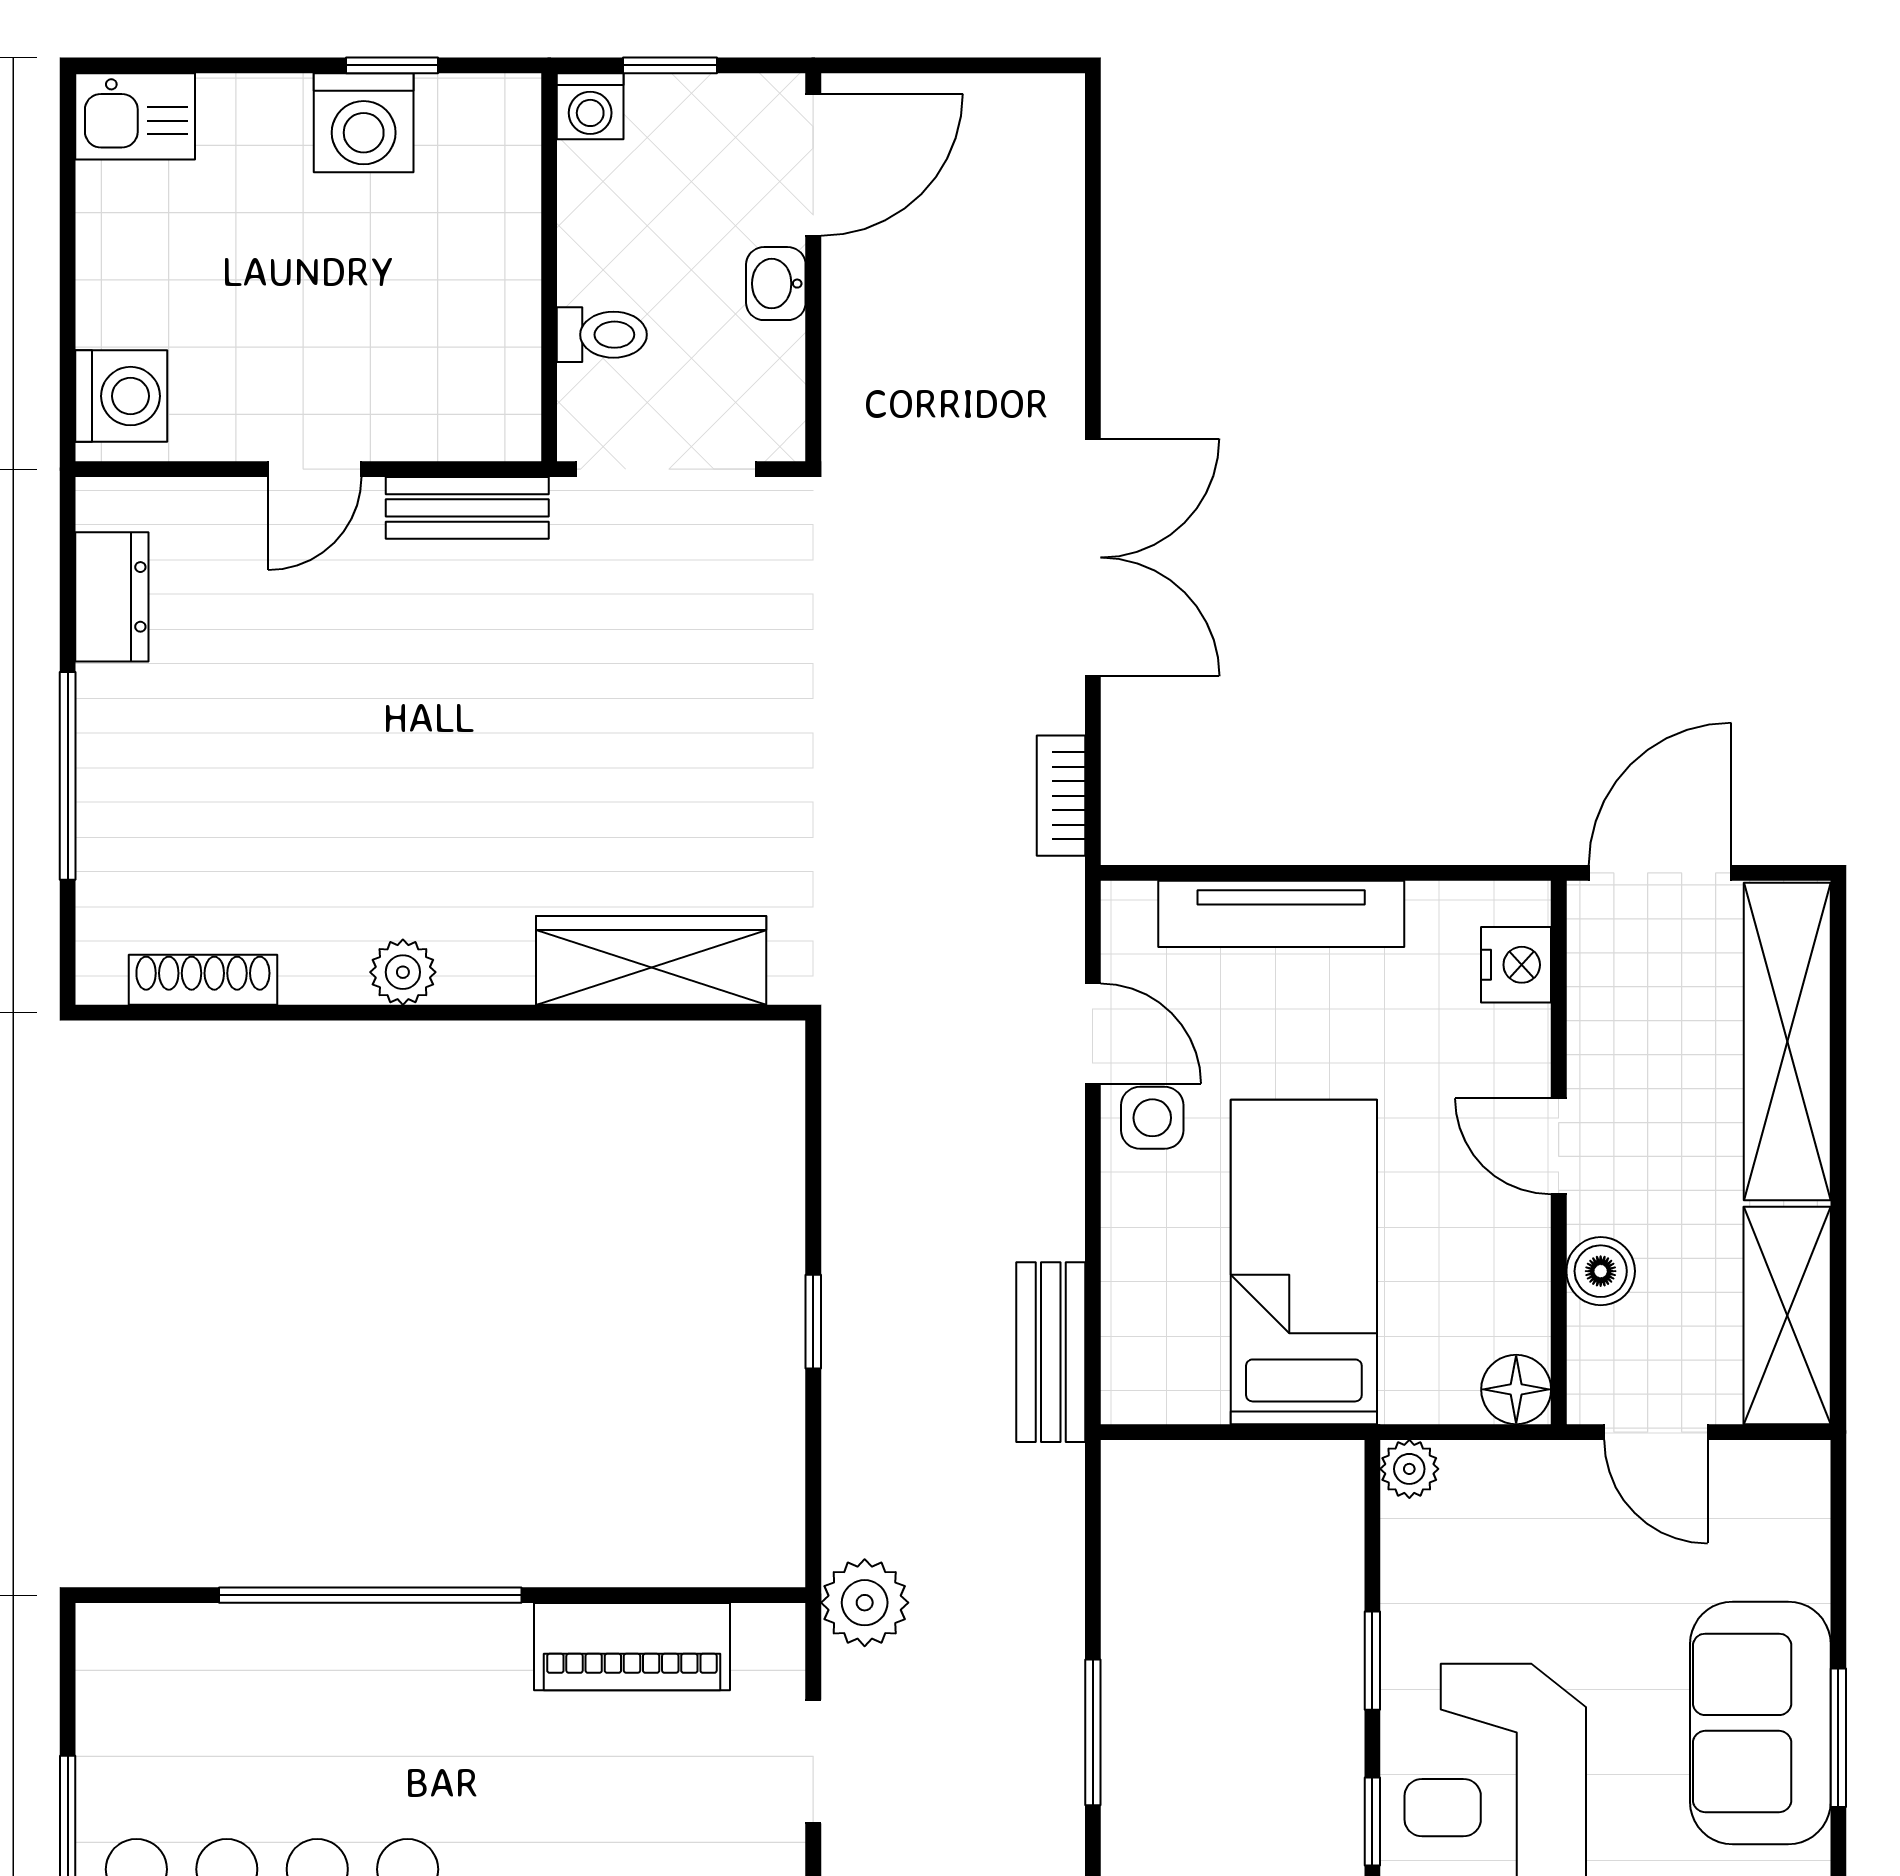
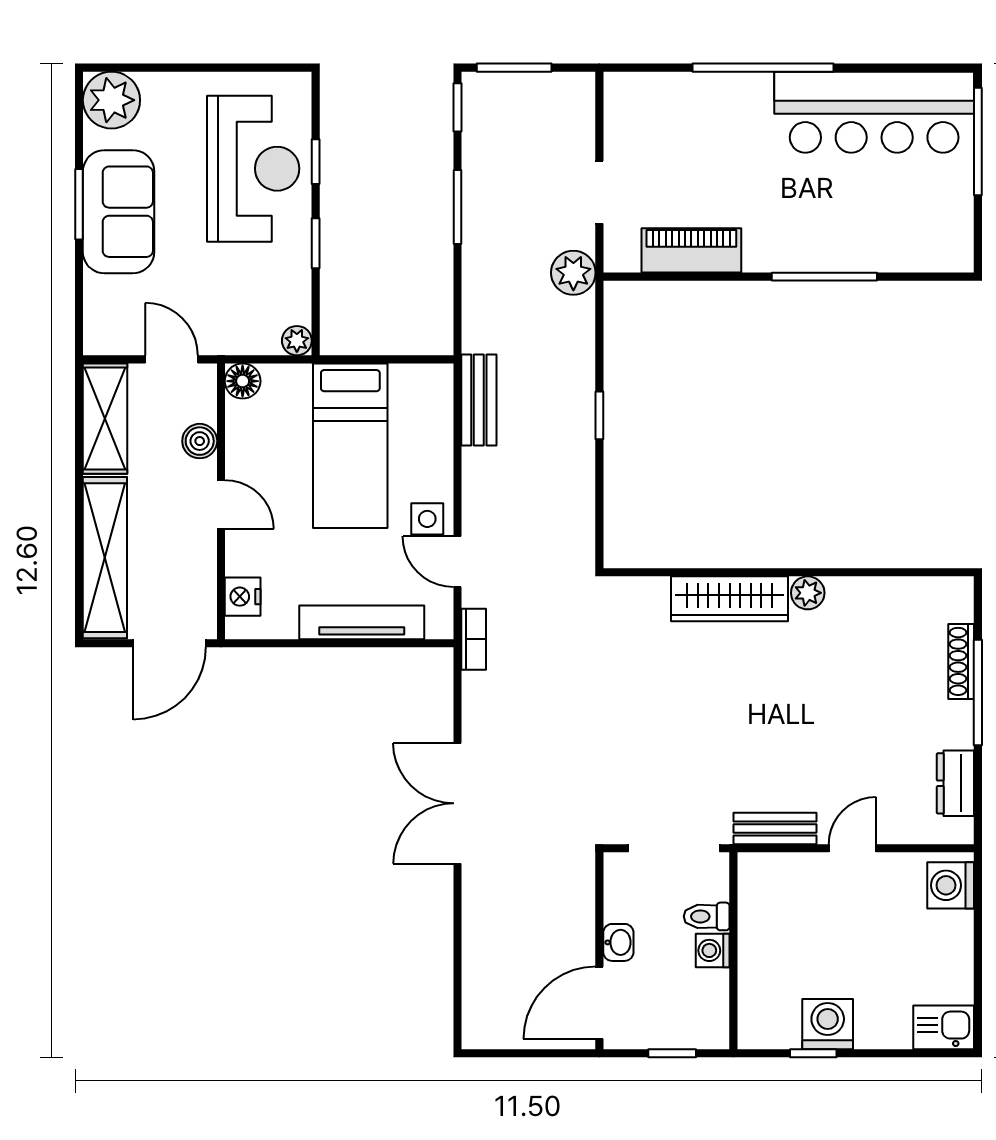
washing machine: (590, 106) -> (713, 950), moved, turned -90
bookcase: (1061, 796) -> (474, 639), moved
wardrobe: (651, 960) -> (730, 599), moved
shoe rack: (203, 980) -> (961, 661), moved, turned 90
window: (370, 1595) -> (824, 277), width x0.68

